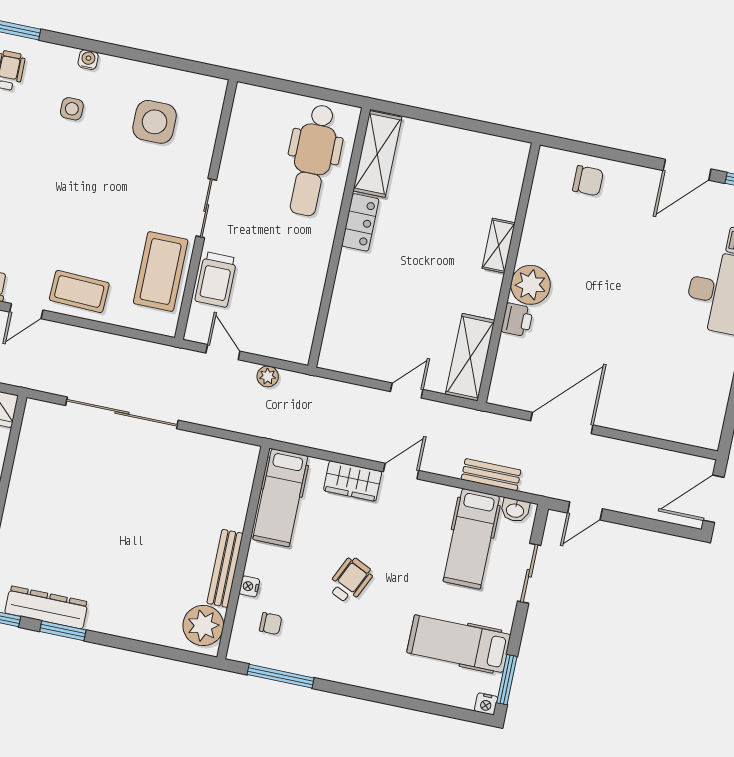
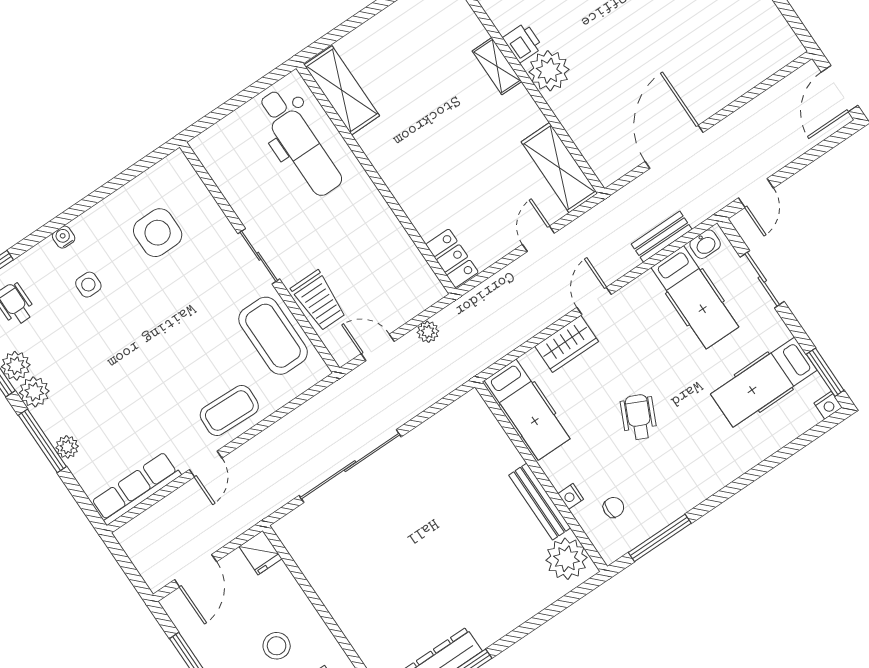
locker: (360, 222) -> (452, 258), moved
printer: (517, 320) -> (523, 43), moved

